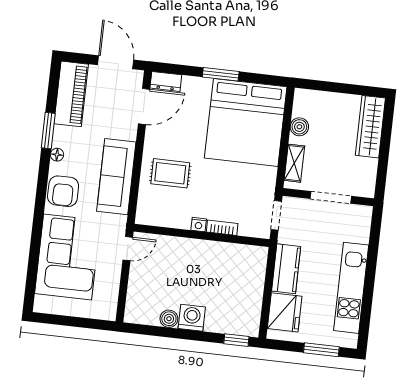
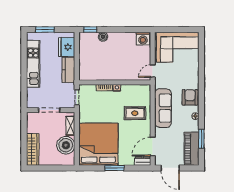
boiler: (299, 127) -> (66, 145), width x1.86, depth x1.86
window: (48, 131) -> (201, 139), moved
corner sofa: (68, 257) -> (178, 47), moved, turned -90
washing machine: (192, 318) -> (143, 39), moved
boiler: (169, 319) -> (103, 37), moved

